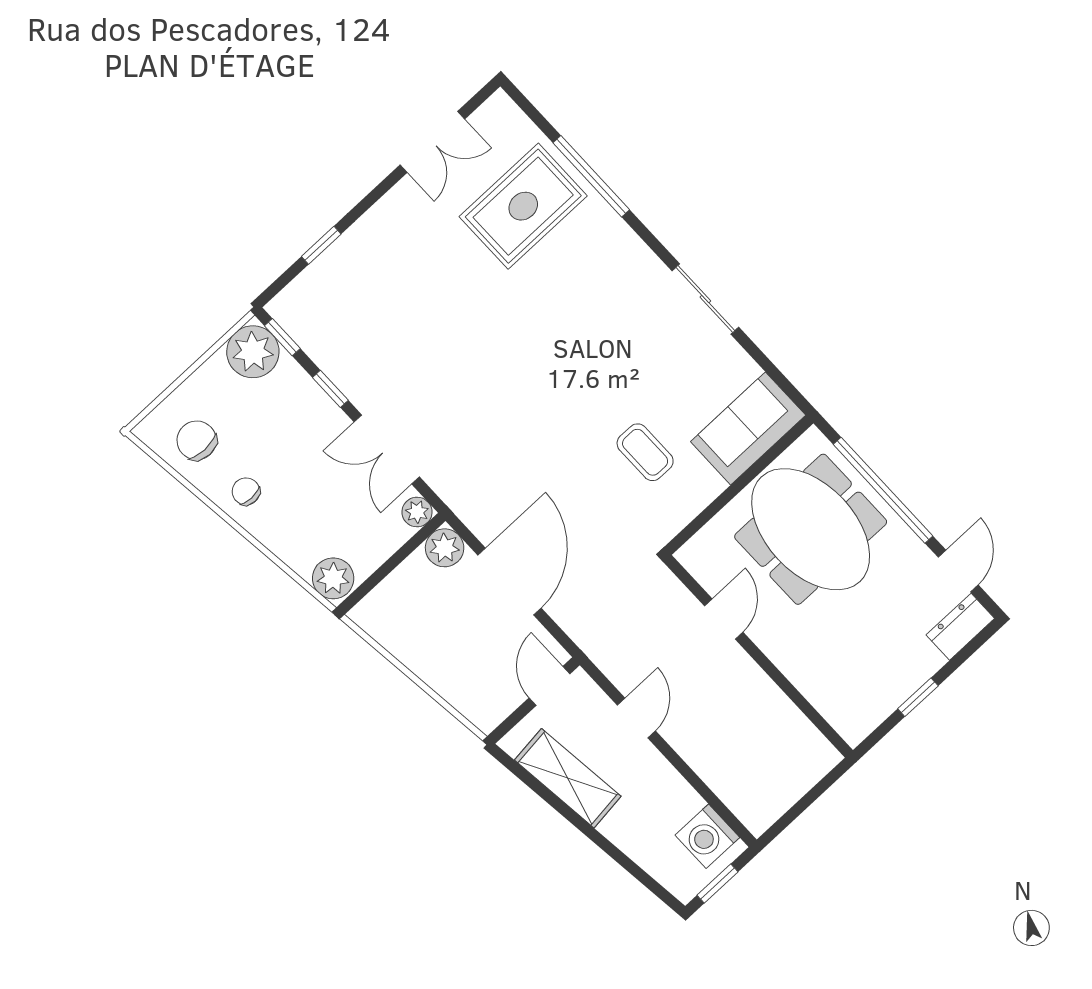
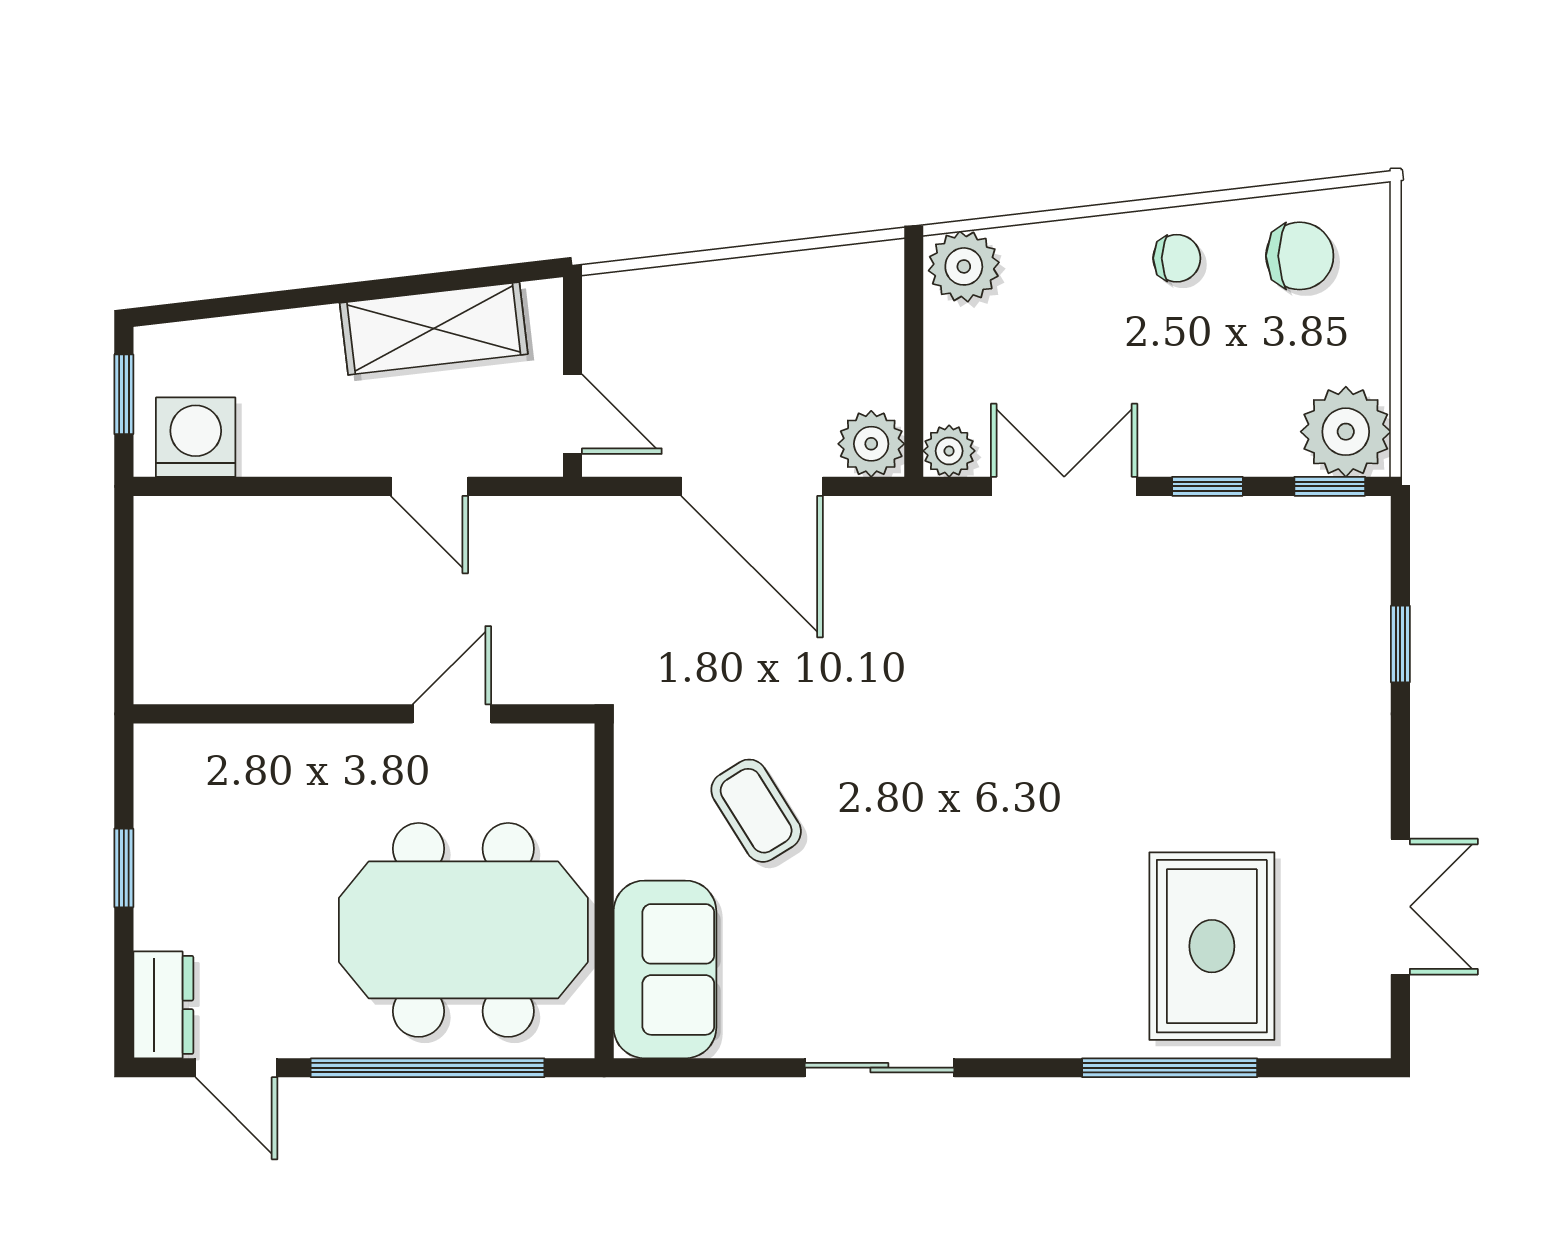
double door: (432, 142) -> (1400, 907), swing flipped
coffee table: (645, 452) -> (756, 811), turned 58
door: (724, 619) -> (452, 714), swing flipped

